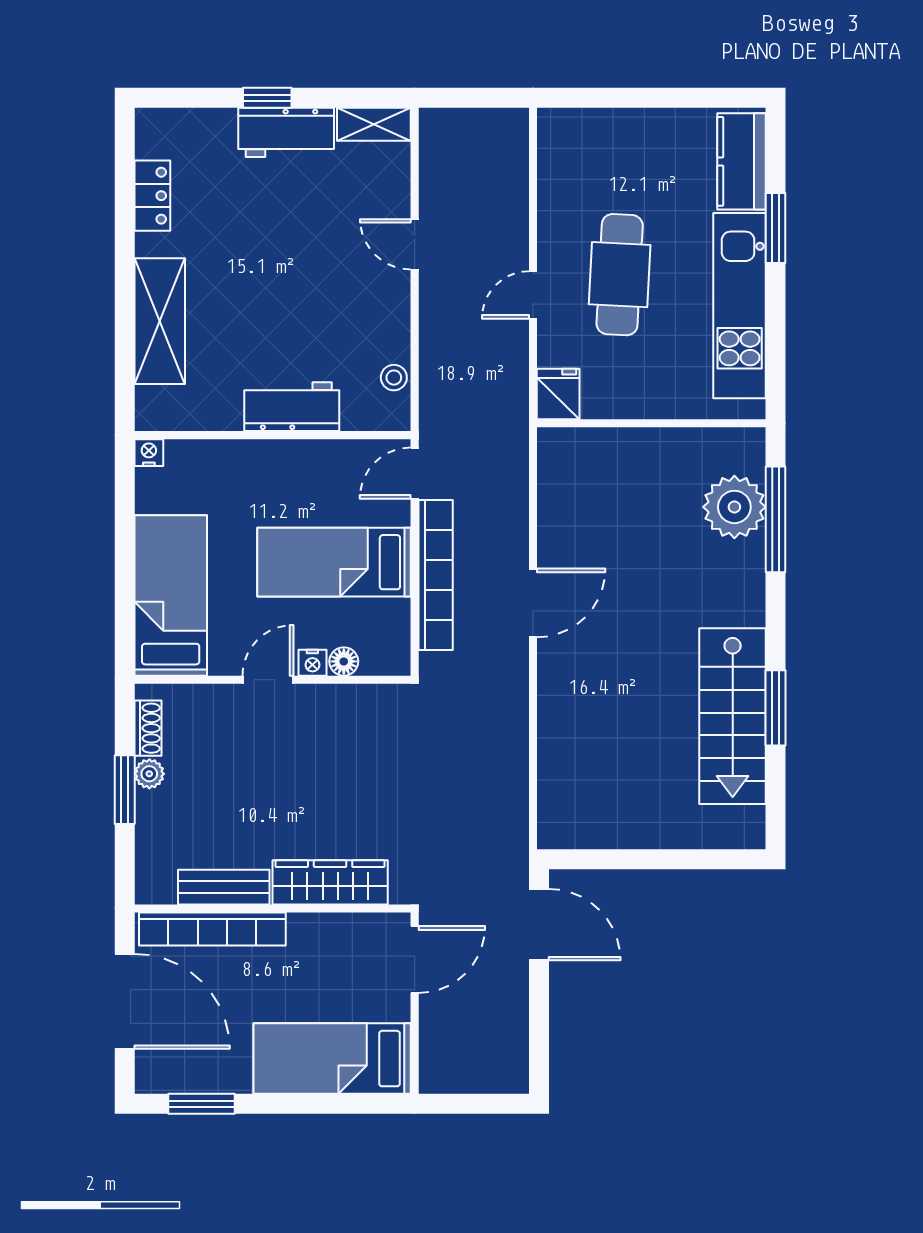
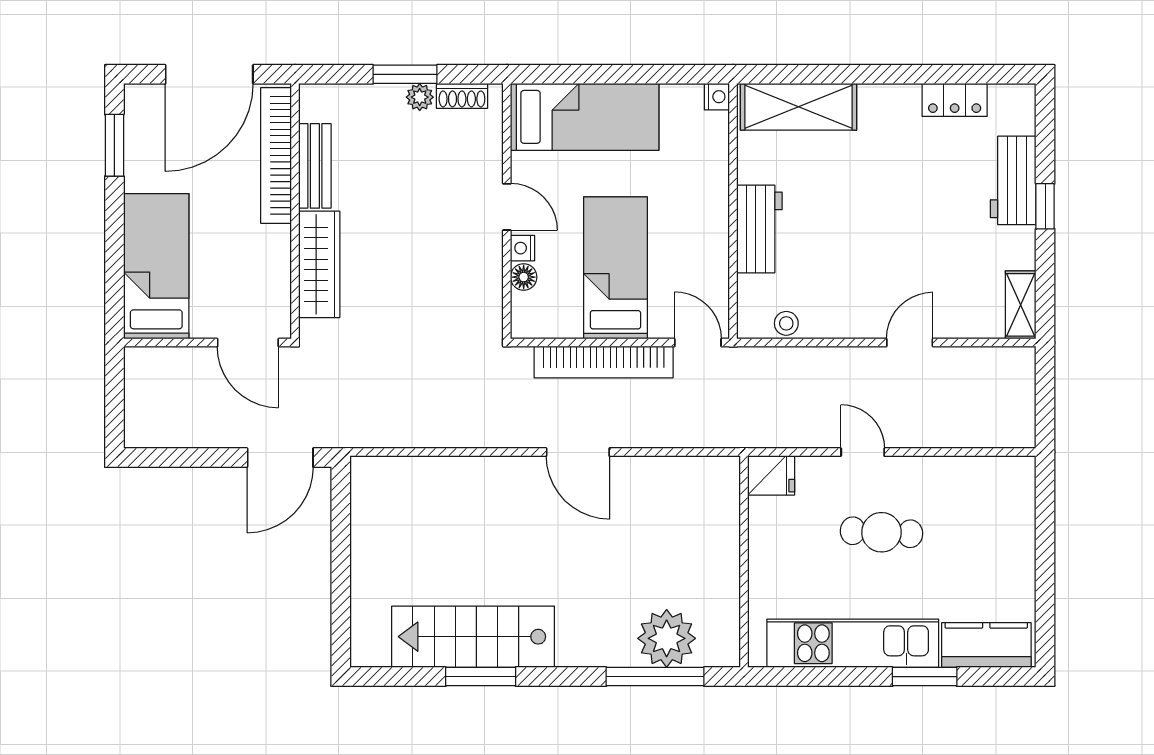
workbench: (286, 132) -> (1013, 180), moved
cafe table: (620, 275) -> (882, 532), width x0.73, depth x0.74
shelving: (160, 321) -> (798, 107), moved

